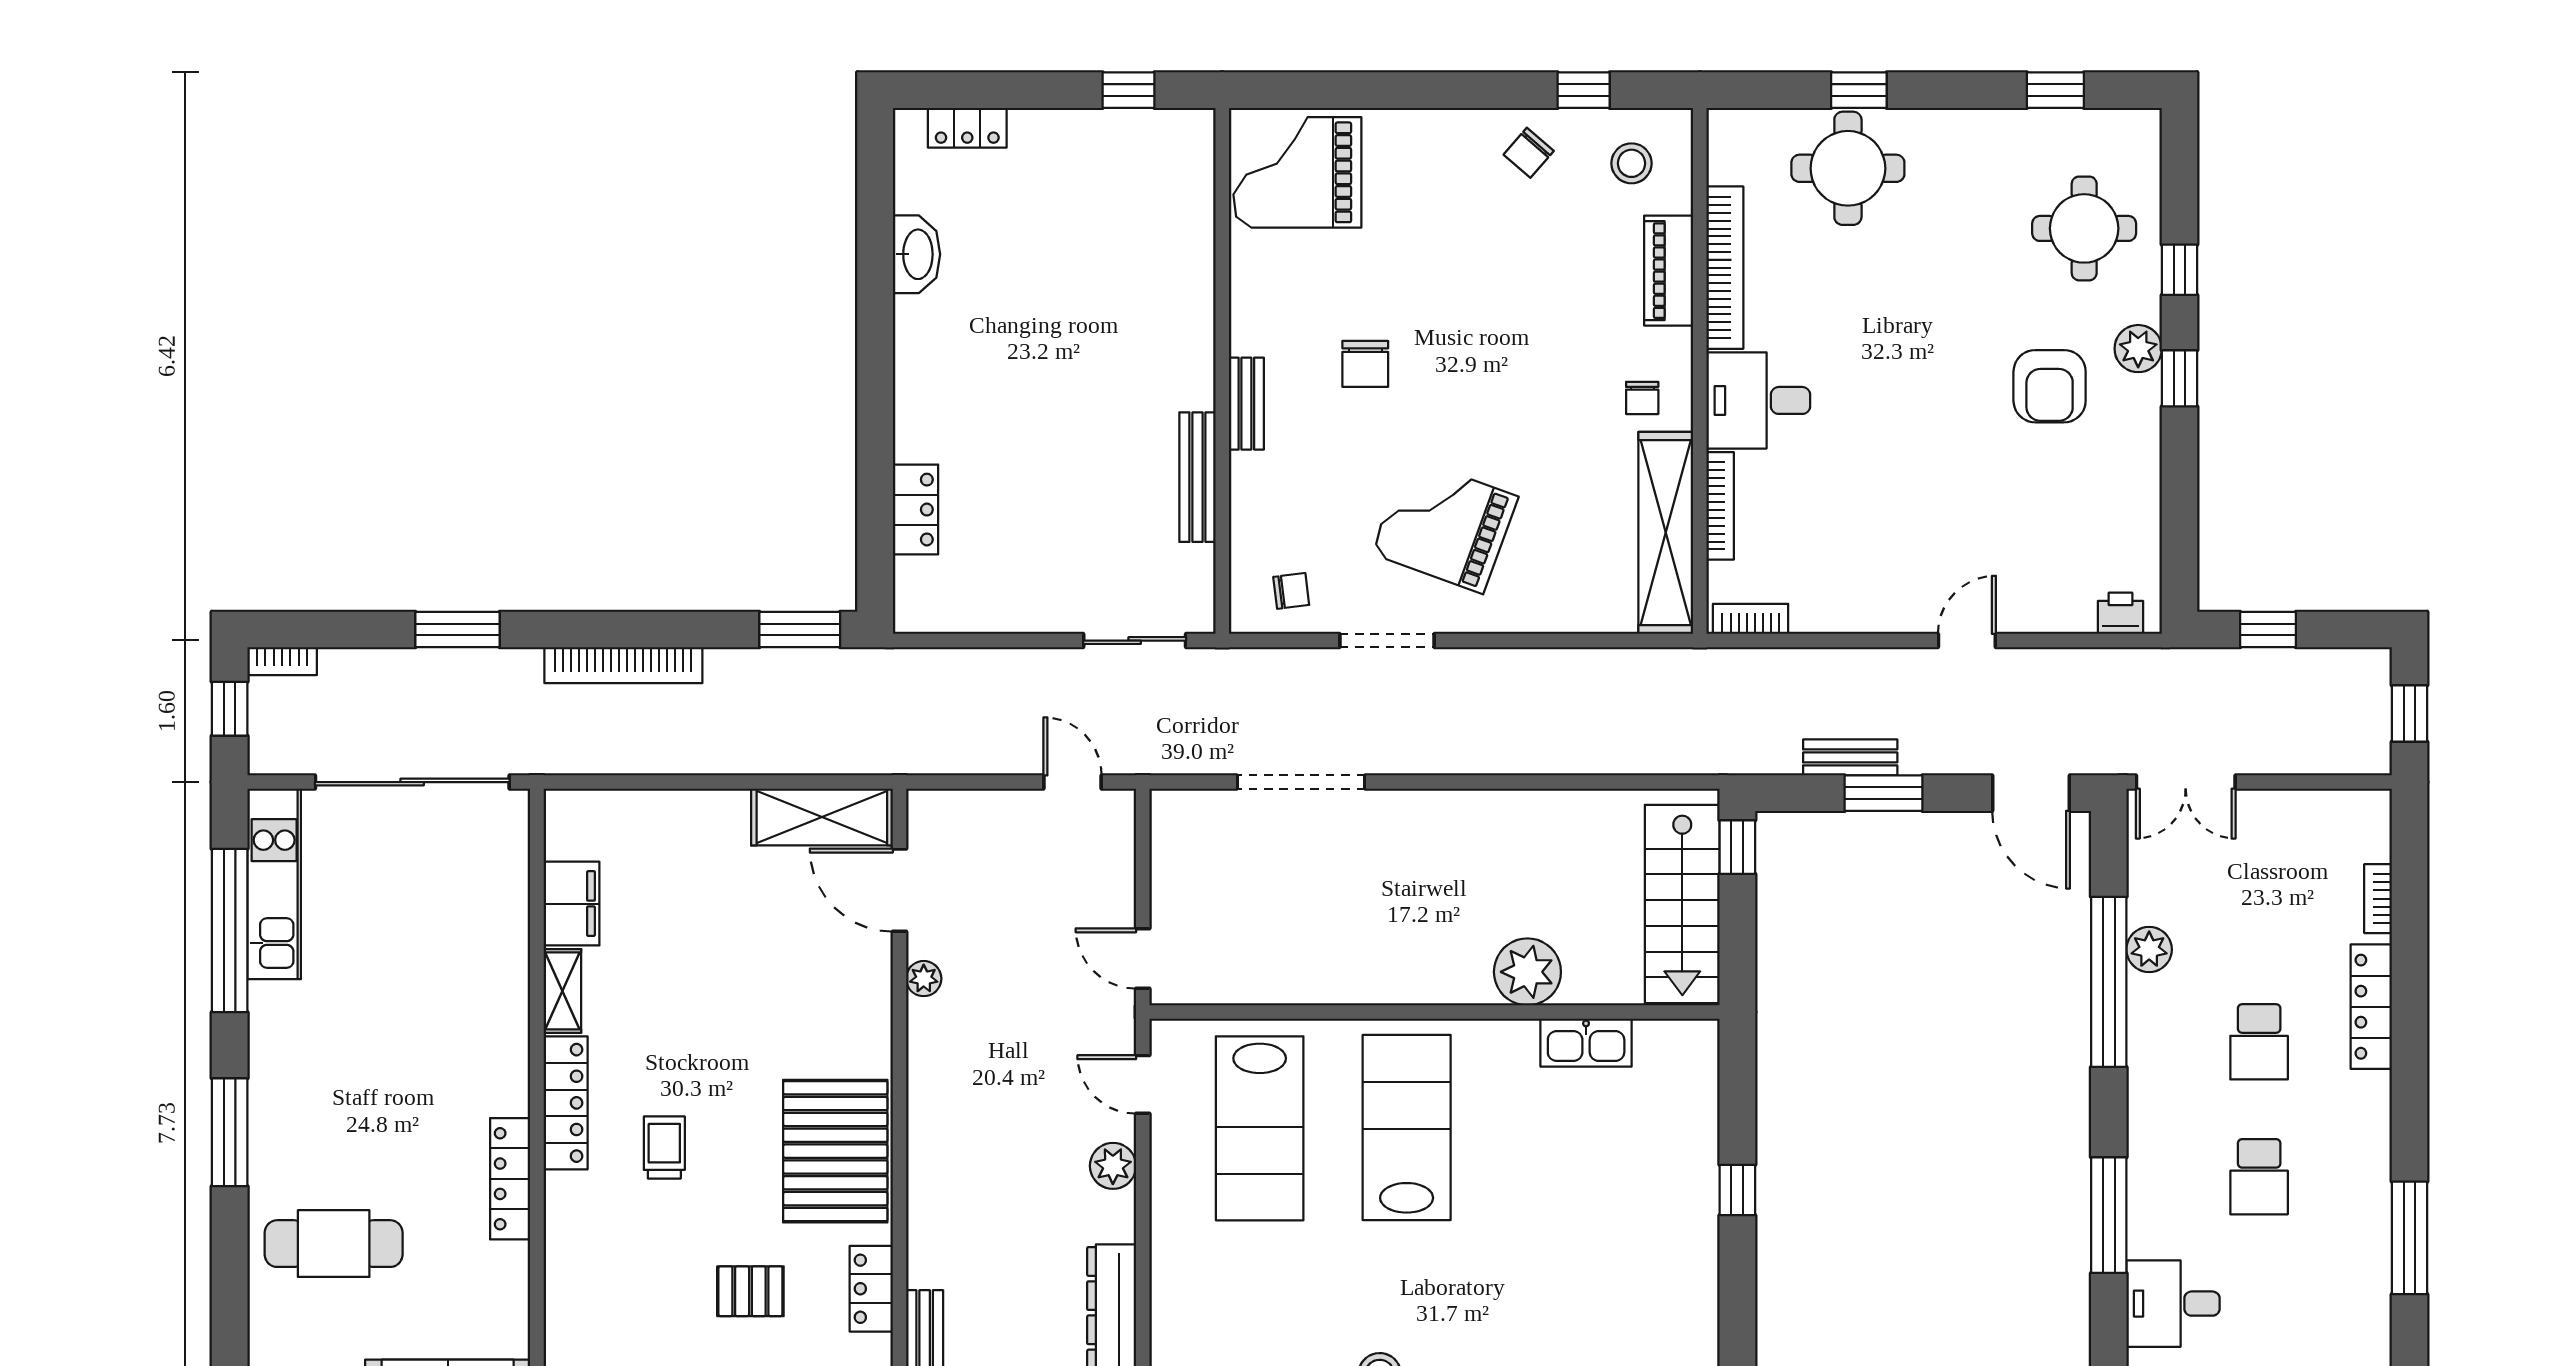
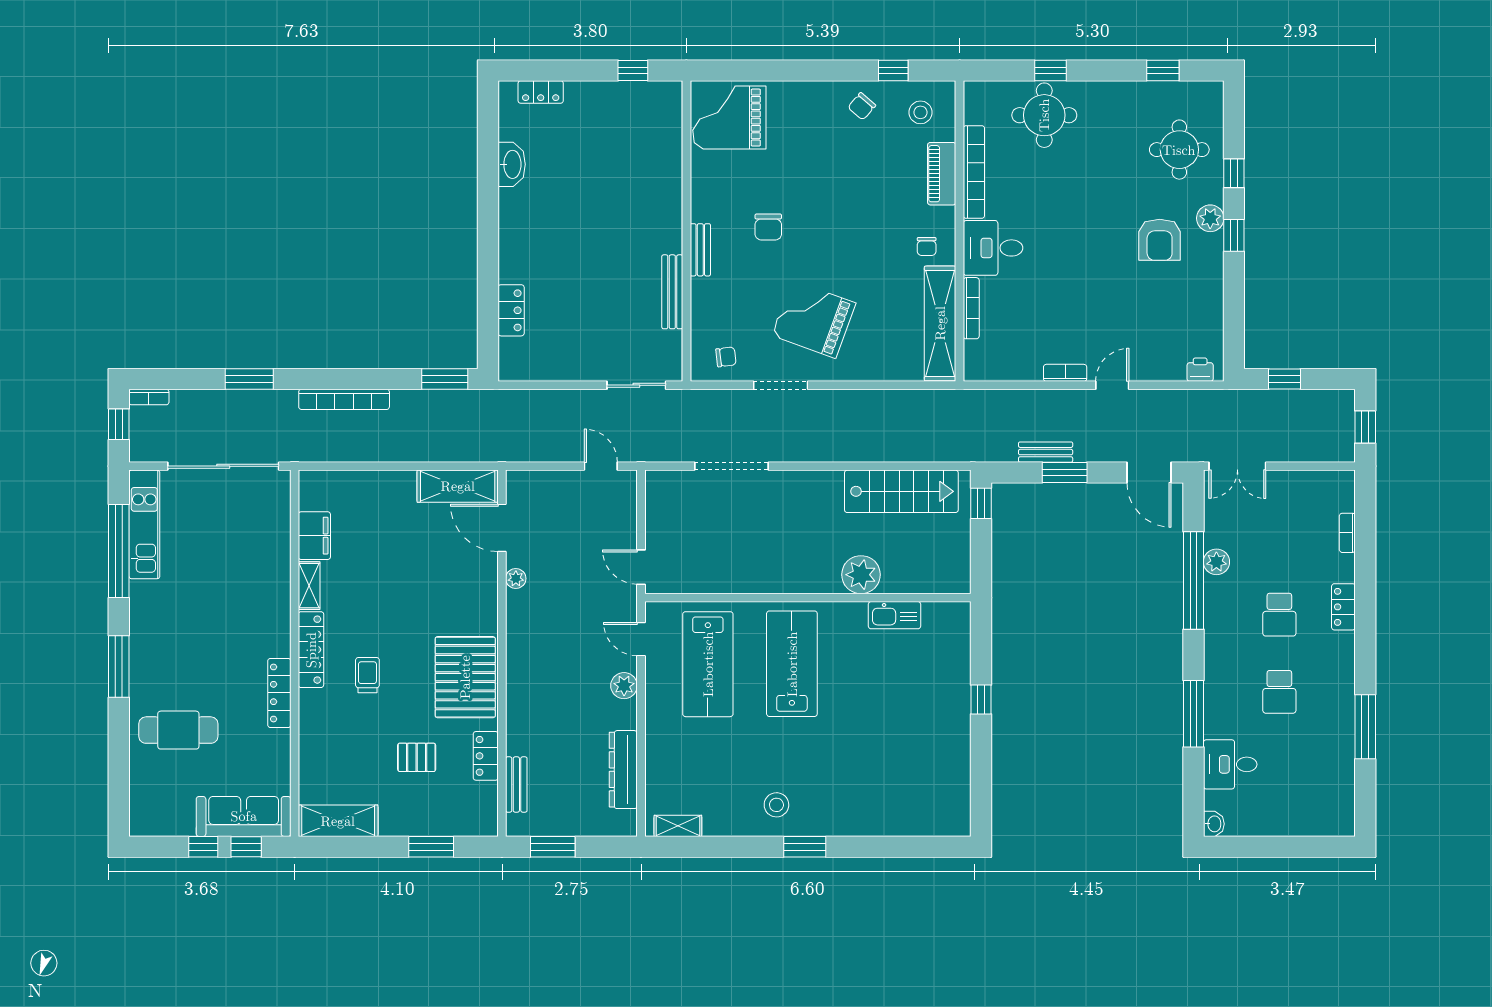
bookcase: (1751, 619) -> (1065, 373), moved
stairs: (1682, 904) -> (901, 491), moved, turned -90
locker: (2371, 1007) -> (1343, 607), width x0.66

